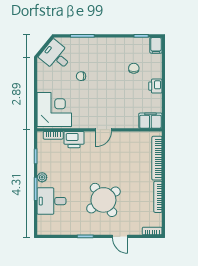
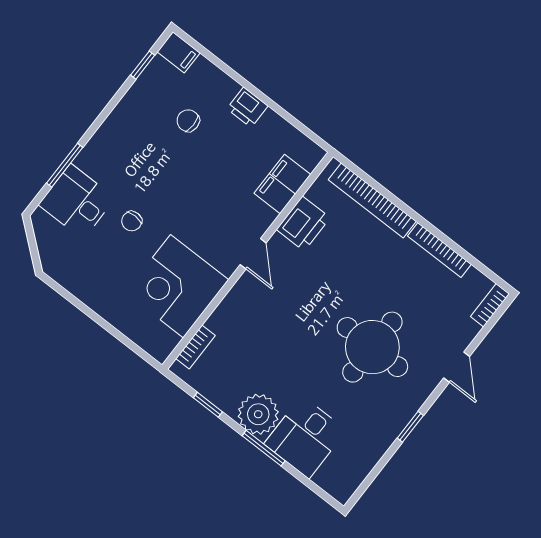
desk: (56, 56) -> (77, 201), moved, turned 51
corner desk: (54, 110) -> (177, 286), moved, turned -90
filing cabinet: (150, 121) -> (282, 184), moved
printer: (74, 140) -> (303, 224), moved
plant: (42, 177) -> (258, 414), width x1.88, depth x1.88
round table: (103, 200) -> (372, 347), turned 35
door: (120, 236) -> (457, 367), hinge flipped

